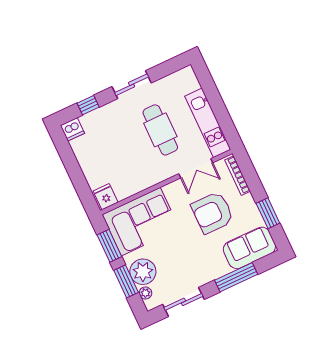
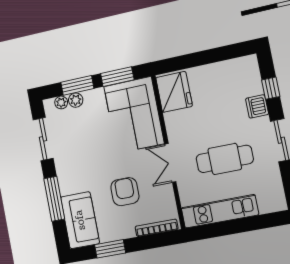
dishwasher: (72, 129) -> (257, 106), moved
double door: (196, 168) -> (170, 163), moved
fridge: (106, 197) -> (174, 92), width x1.88, depth x1.34
armchair: (212, 213) -> (125, 192), width x0.73, depth x0.73
plant: (143, 272) -> (76, 100), width x0.53, depth x0.53

